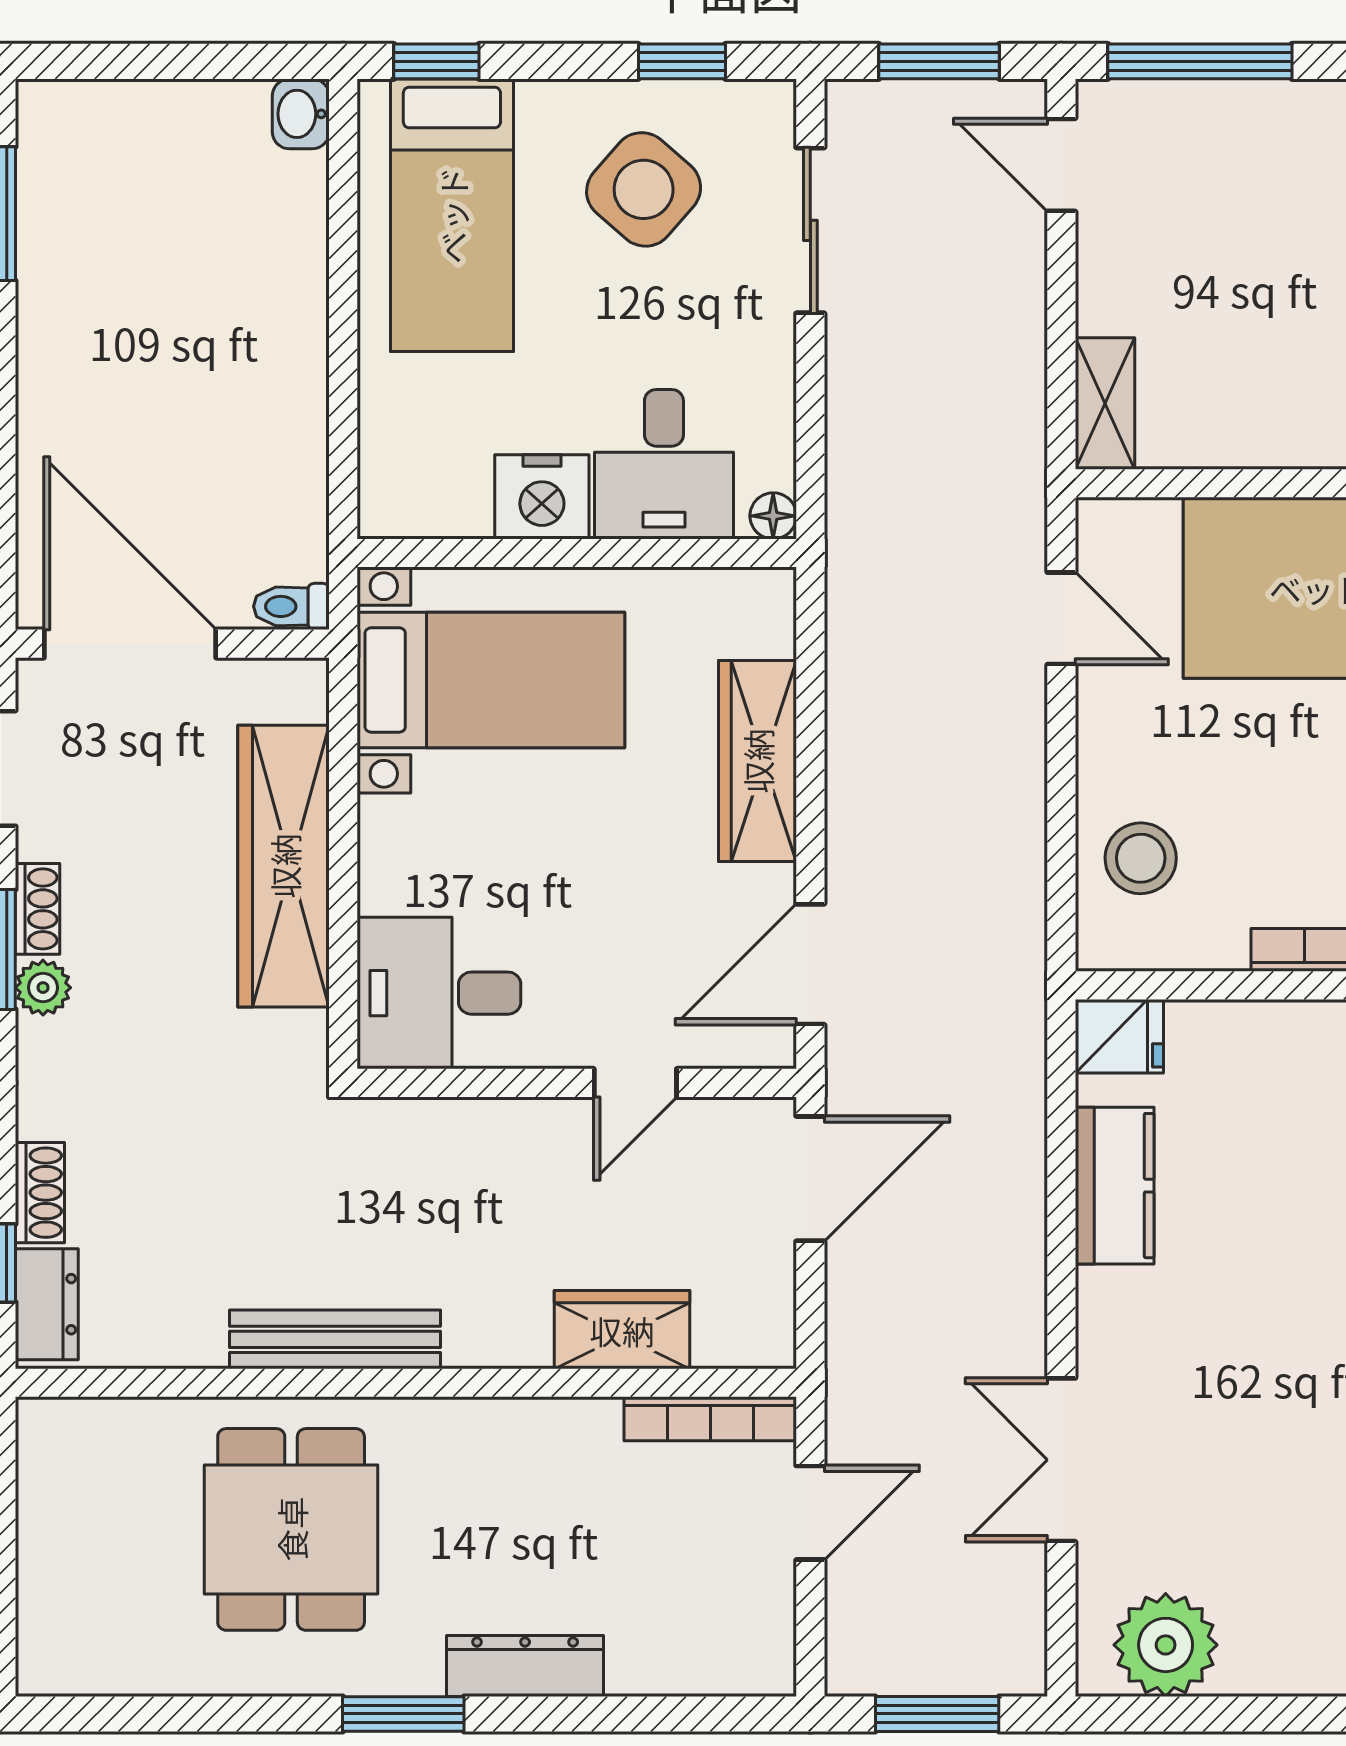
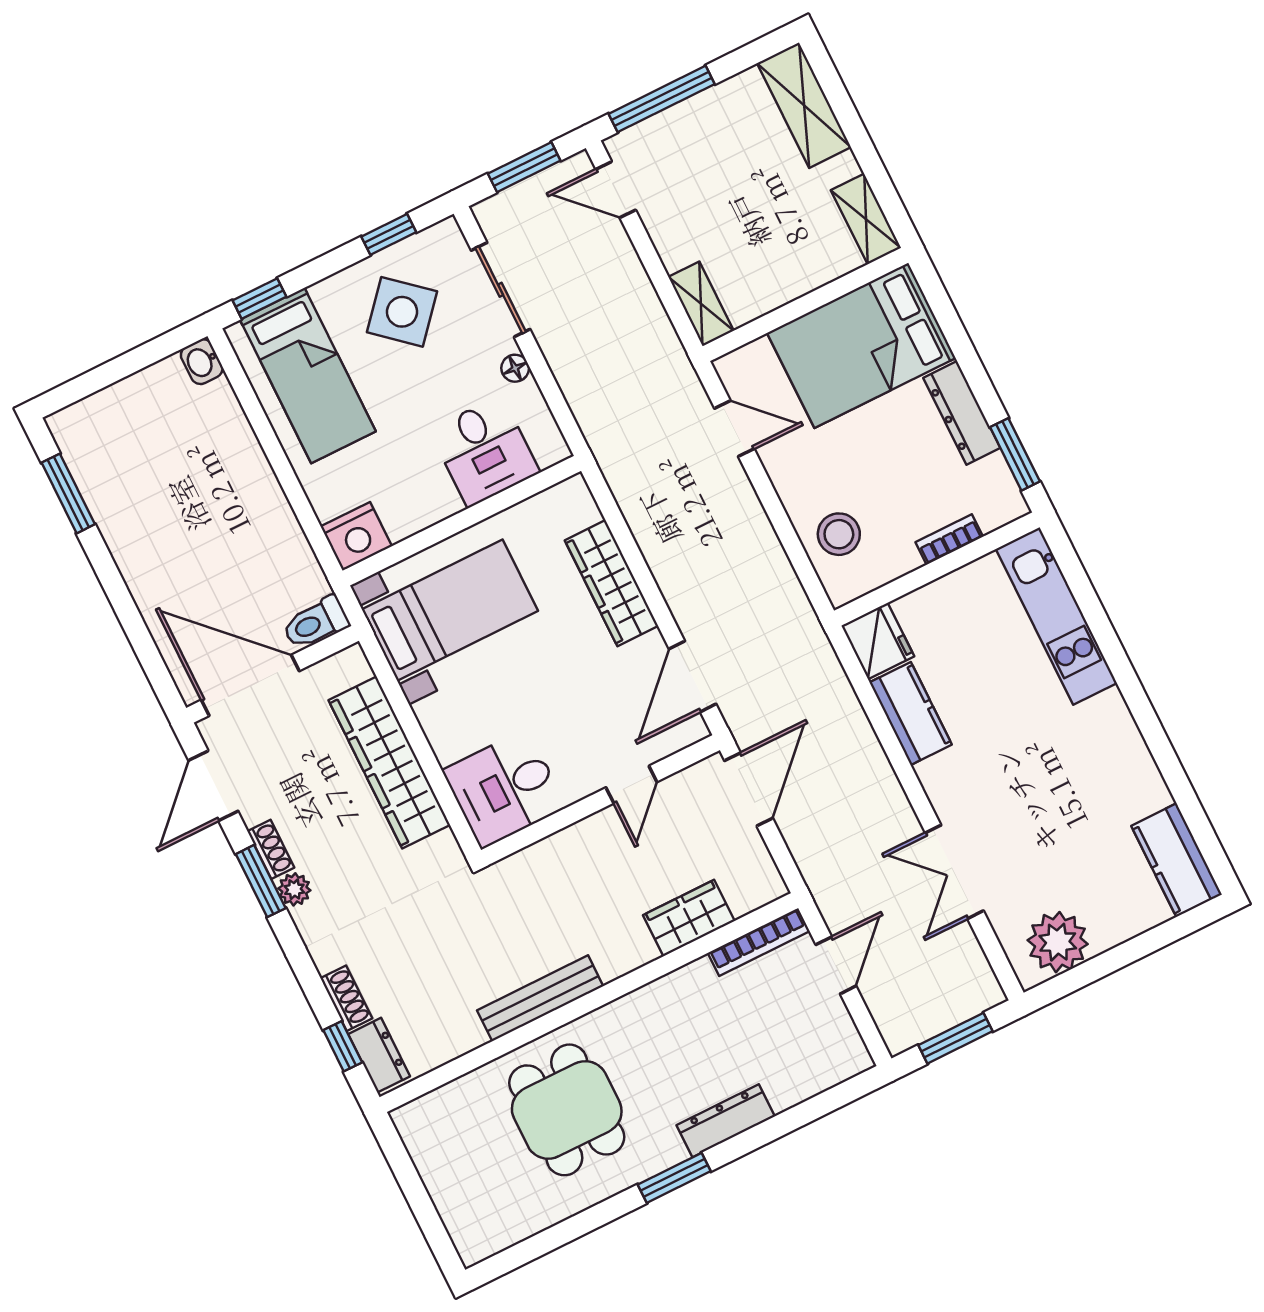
nightstand: (542, 497) -> (356, 536), moved
floor lamp: (773, 516) -> (515, 368), moved
toilet: (291, 606) -> (316, 623), width x1.37, depth x1.39
fridge: (1119, 1036) -> (878, 641), width x1.38

